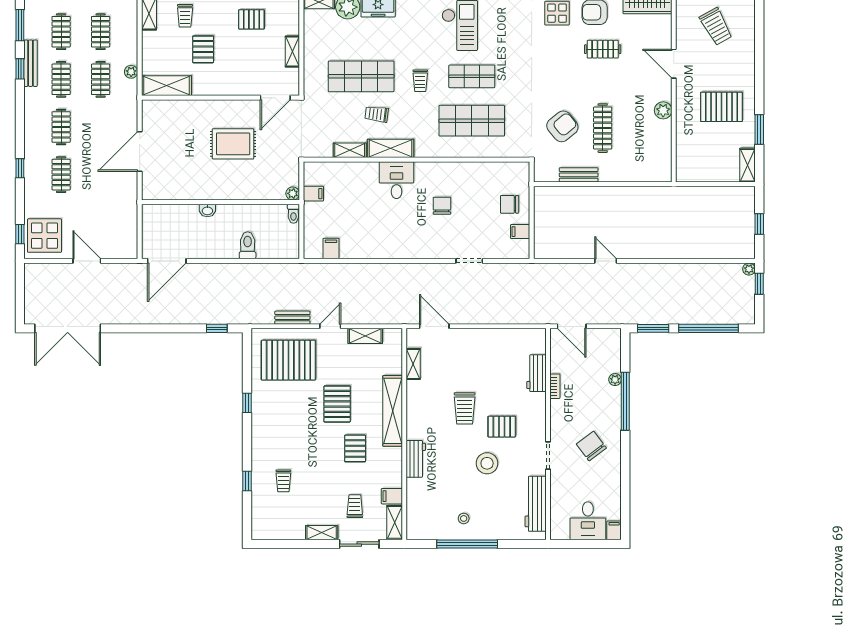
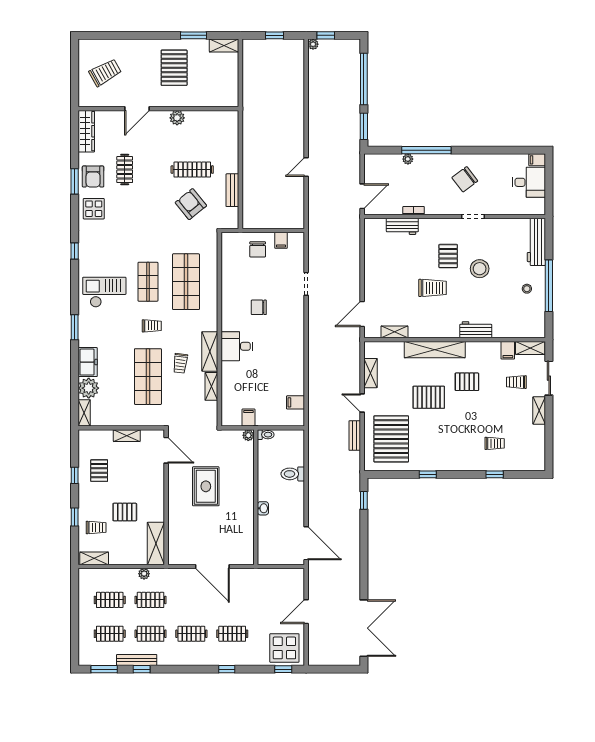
workbench: (536, 504) -> (536, 242), moved, turned 90

